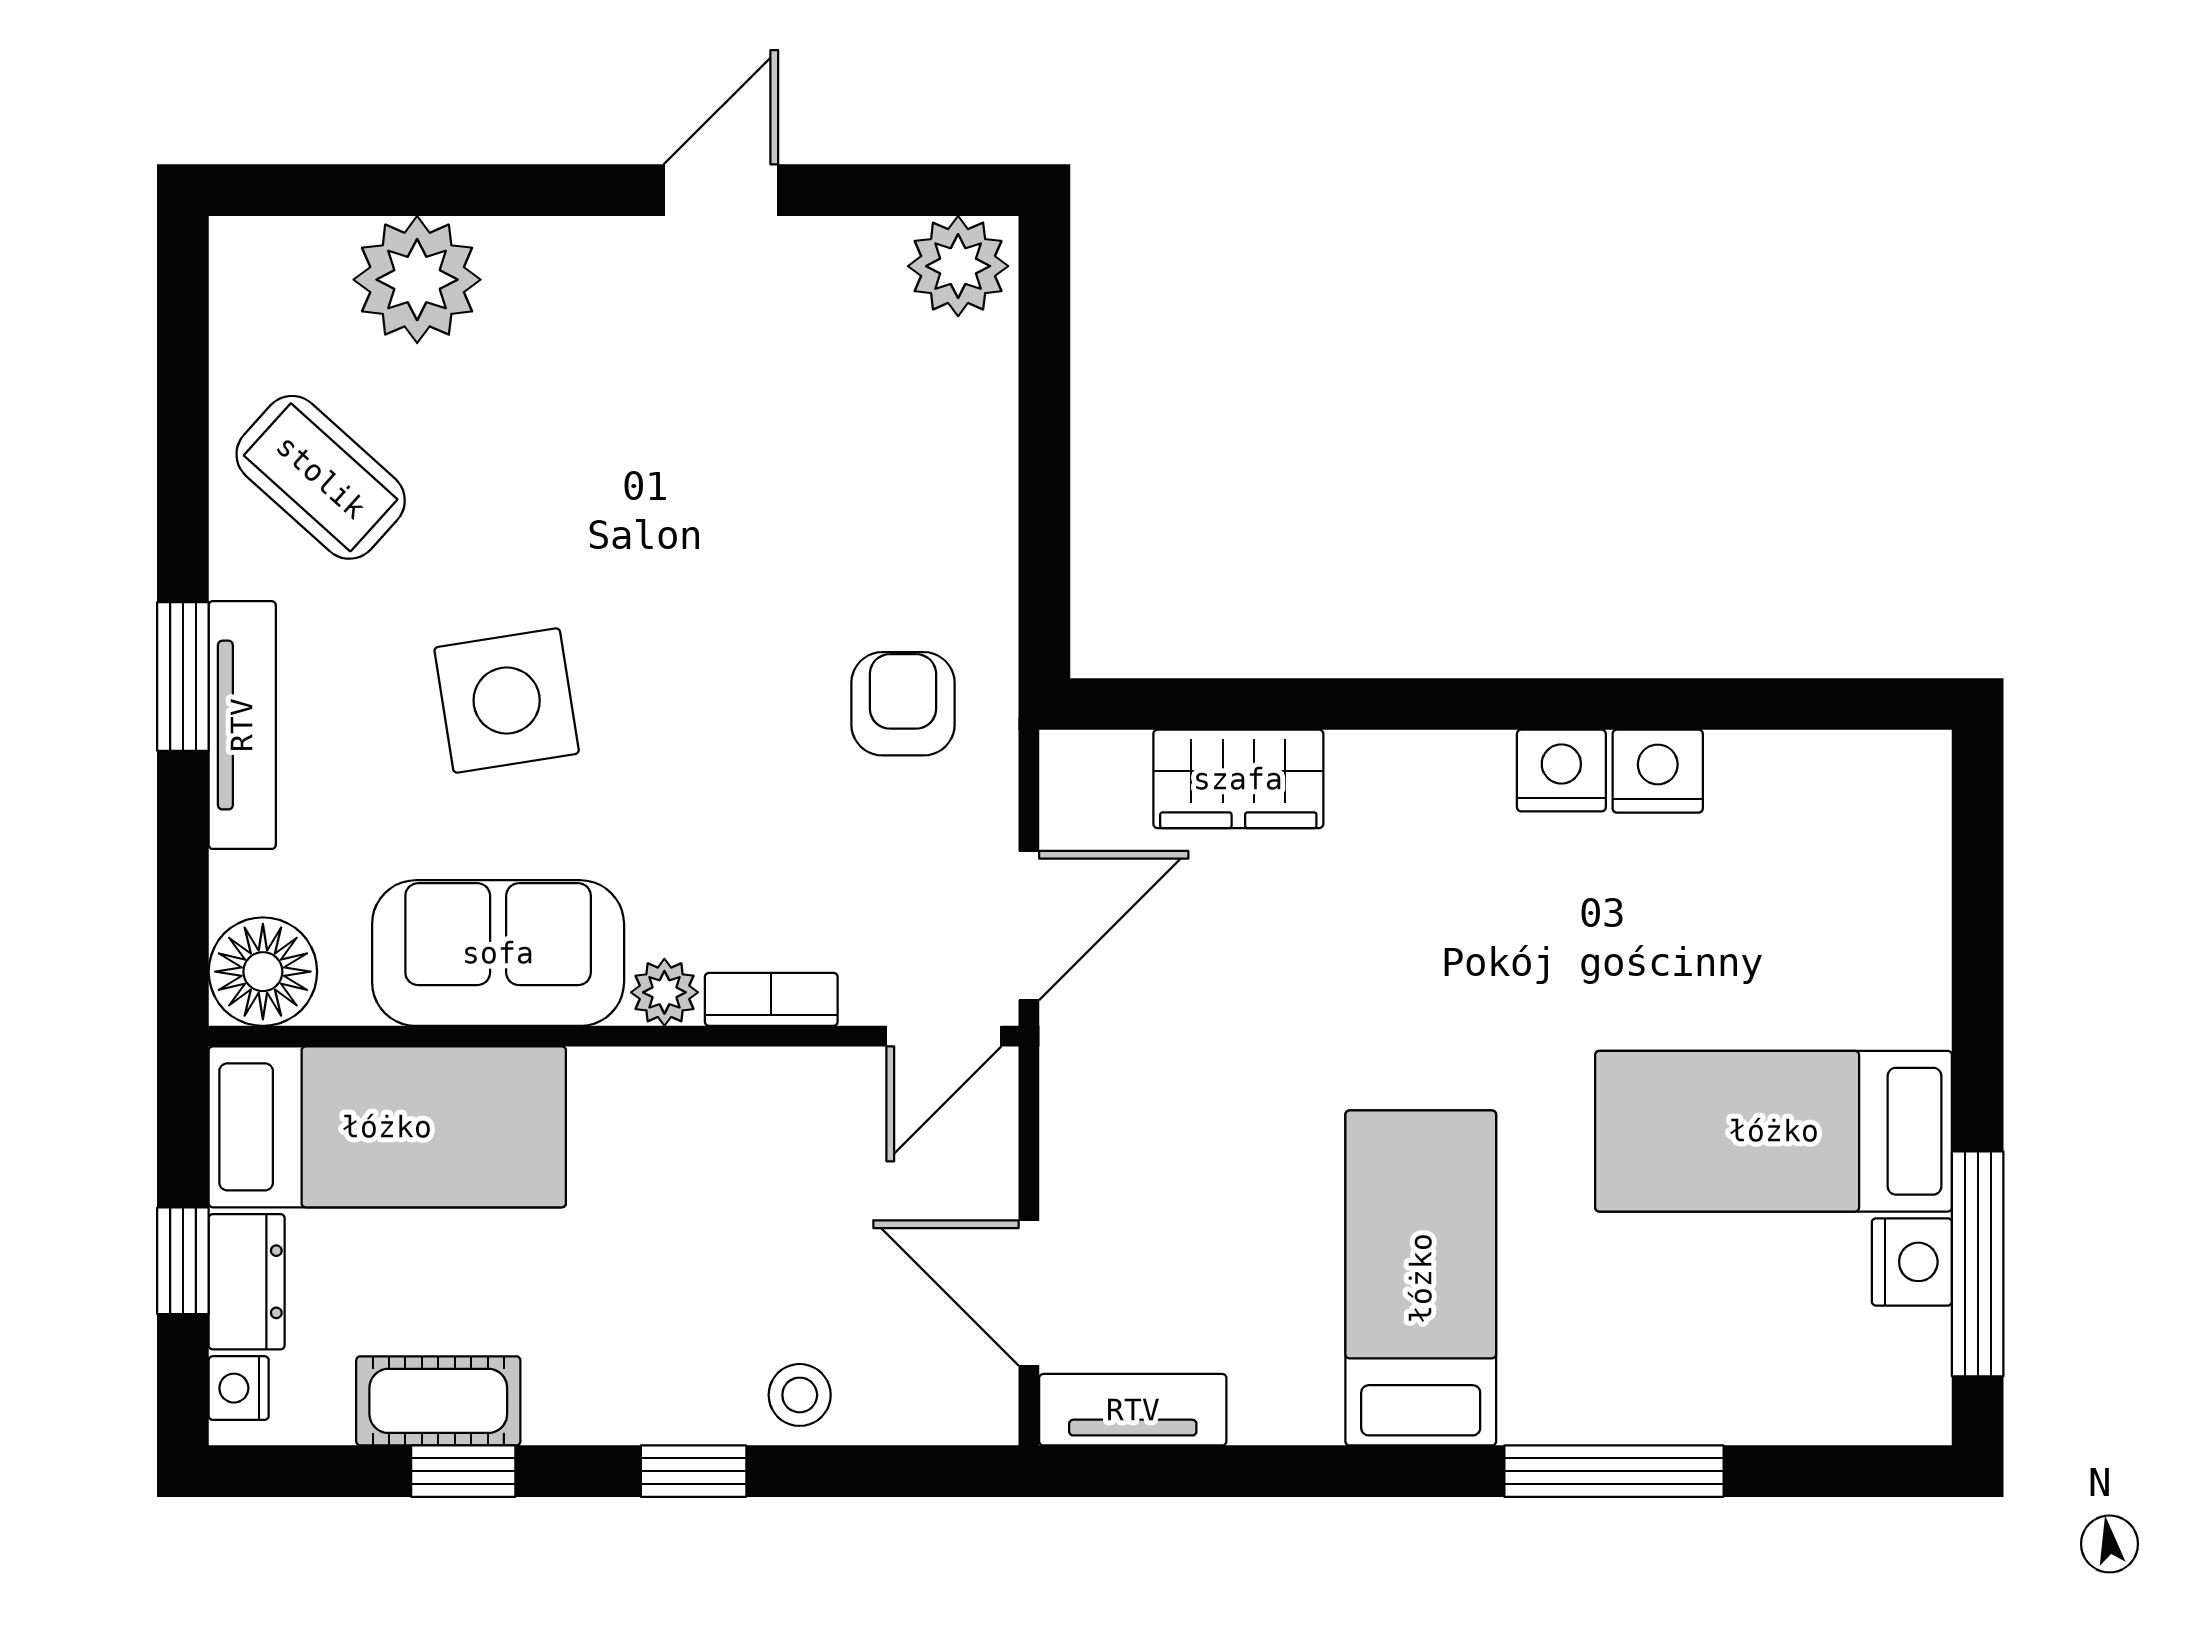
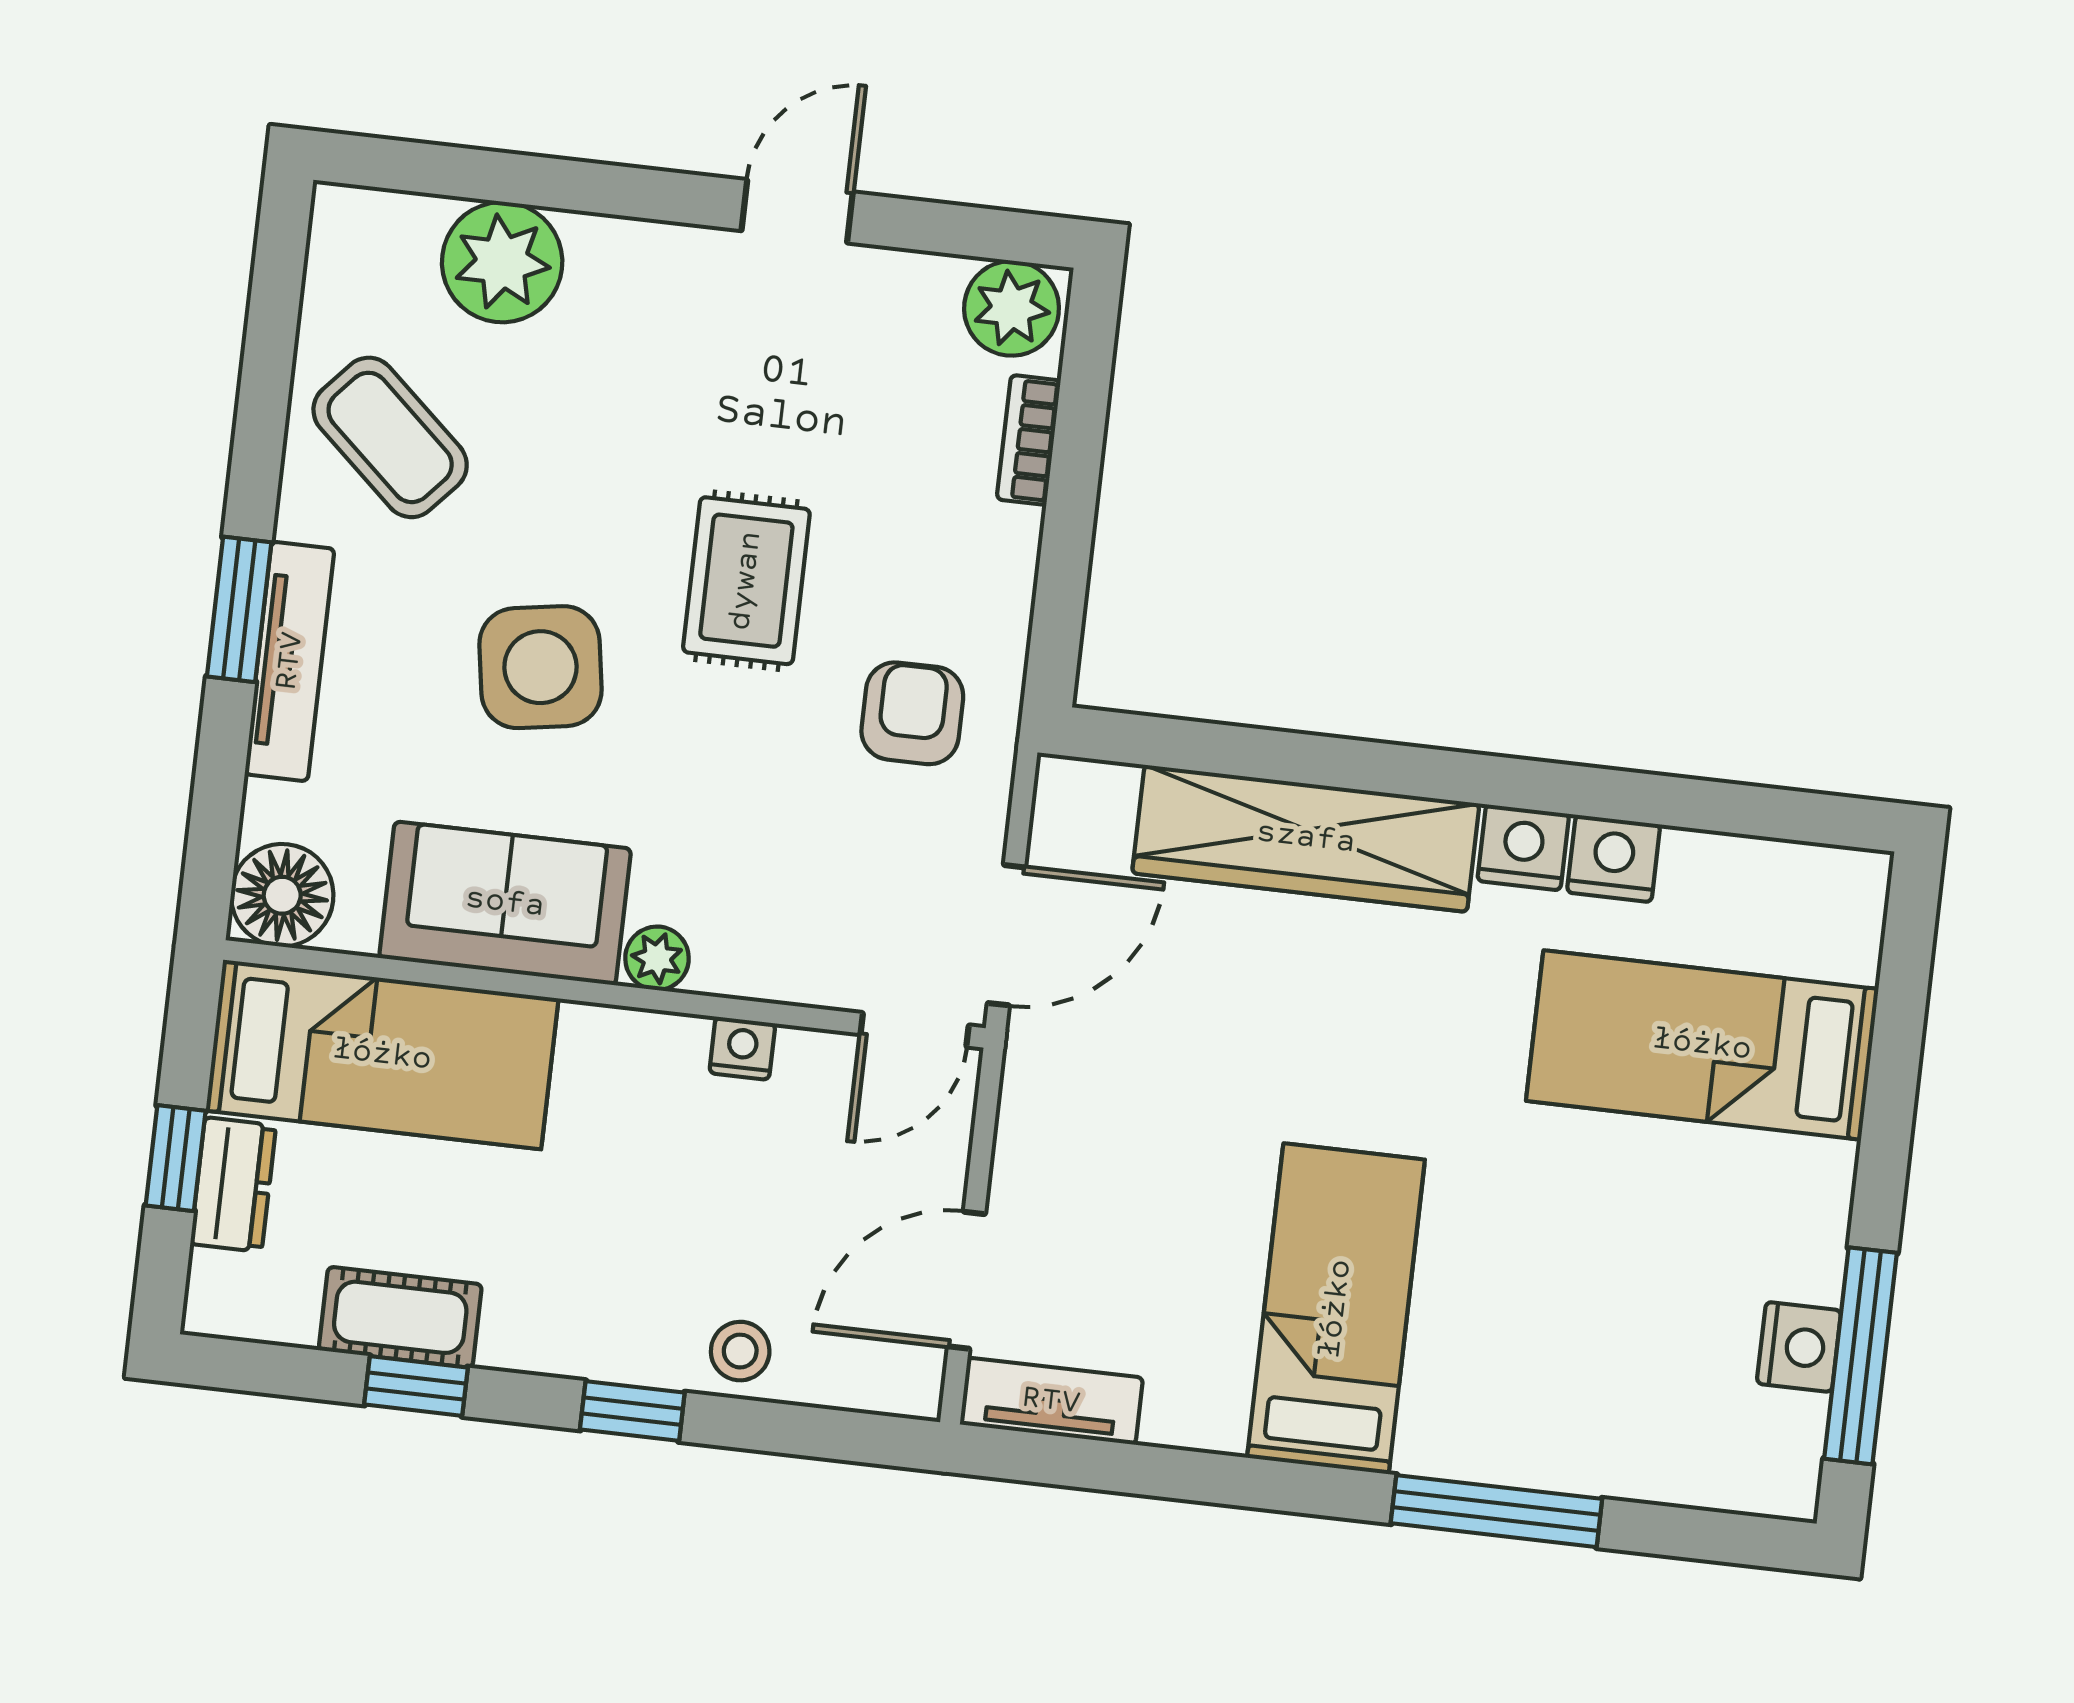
rug: (713, 585) -> (746, 581), added
wardrobe: (1238, 779) -> (1306, 838), width x2.10, depth x1.17
bookcase: (771, 999) -> (1029, 440), moved, turned -90
bed: (1774, 1131) -> (1702, 1045), moved
door: (1029, 1293) -> (967, 1280), hinge flipped
nightstand: (239, 1388) -> (742, 1048), moved, turned 90

